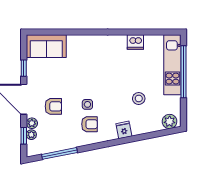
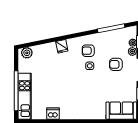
stool: (139, 98) -> (50, 70), removed

